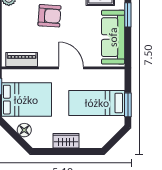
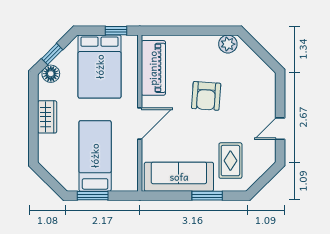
piano: (22, 60) -> (153, 68), width x1.37, depth x1.33
floor lamp: (24, 130) -> (51, 74), moved
window: (17, 137) -> (52, 54), added

